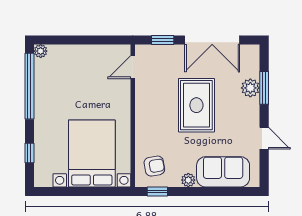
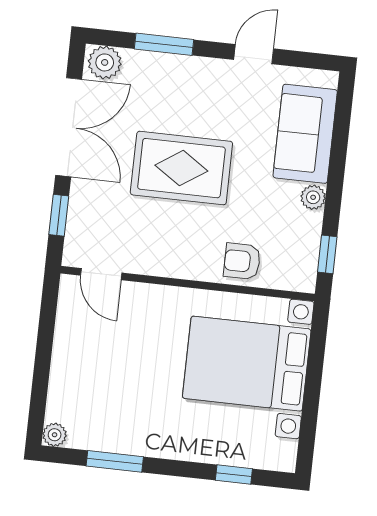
window: (29, 86) -> (115, 461), width x0.47
plant: (250, 88) -> (105, 62), moved
armchair: (154, 166) -> (242, 261), moved, turned -80

